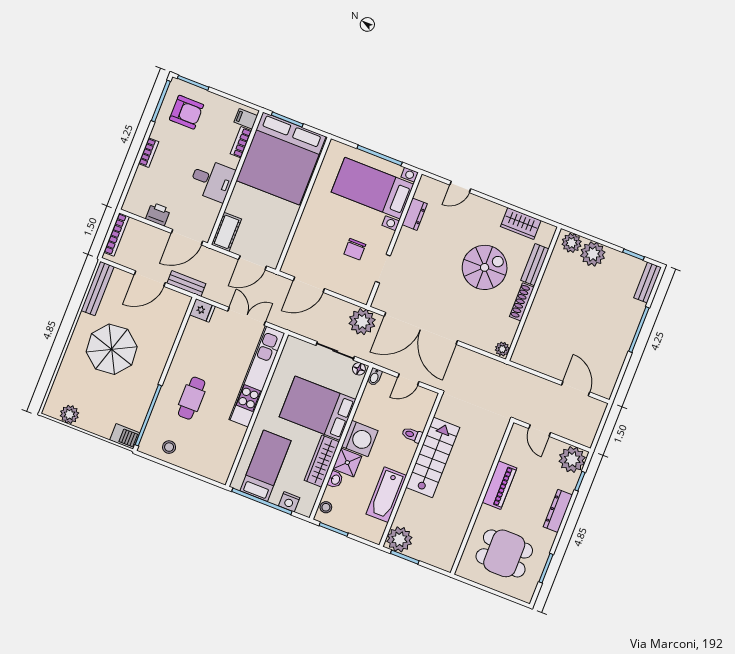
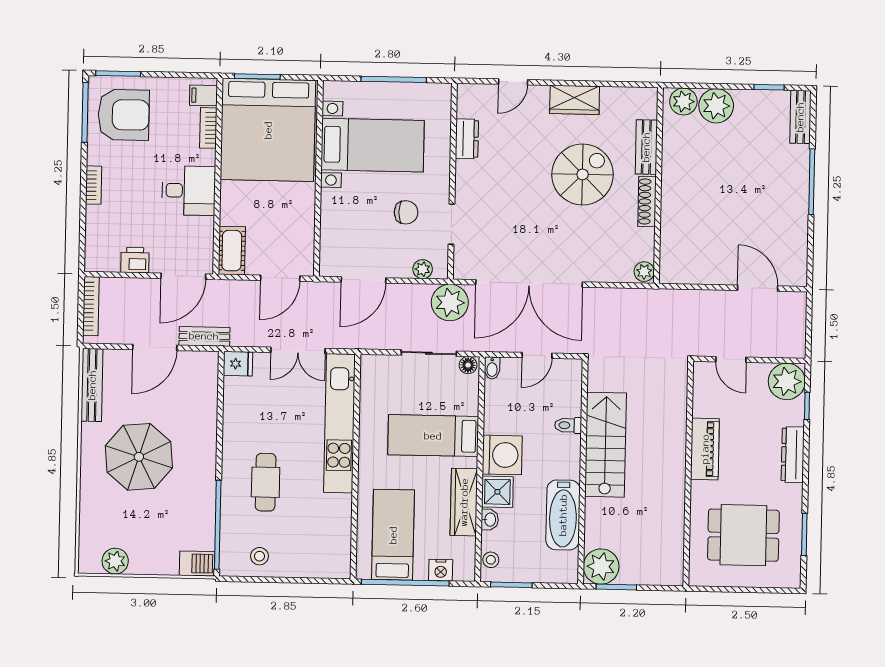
armchair: (187, 112) -> (124, 115), width x1.36, depth x1.36
bed with nightstands: (373, 188) -> (373, 145), moved, turned 180
wardrobe: (521, 223) -> (575, 100), moved
chair: (355, 249) -> (406, 212), turned -90
plant: (352, 292) -> (423, 269), added
double door: (247, 316) -> (298, 350), swing flipped
bed: (318, 408) -> (433, 436), width x0.67

